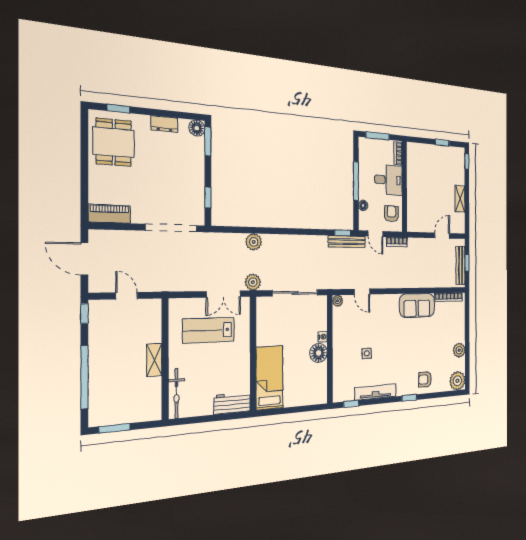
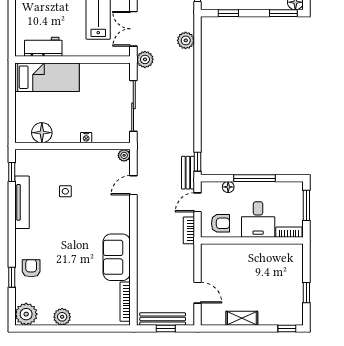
plant: (254, 242) -> (186, 40), moved
bench: (347, 242) -> (188, 173), width x0.73
floor lamp: (319, 353) -> (42, 133), moved
window: (409, 398) -> (12, 277), moved
workbench: (232, 403) -> (43, 47), moved, turned -90

